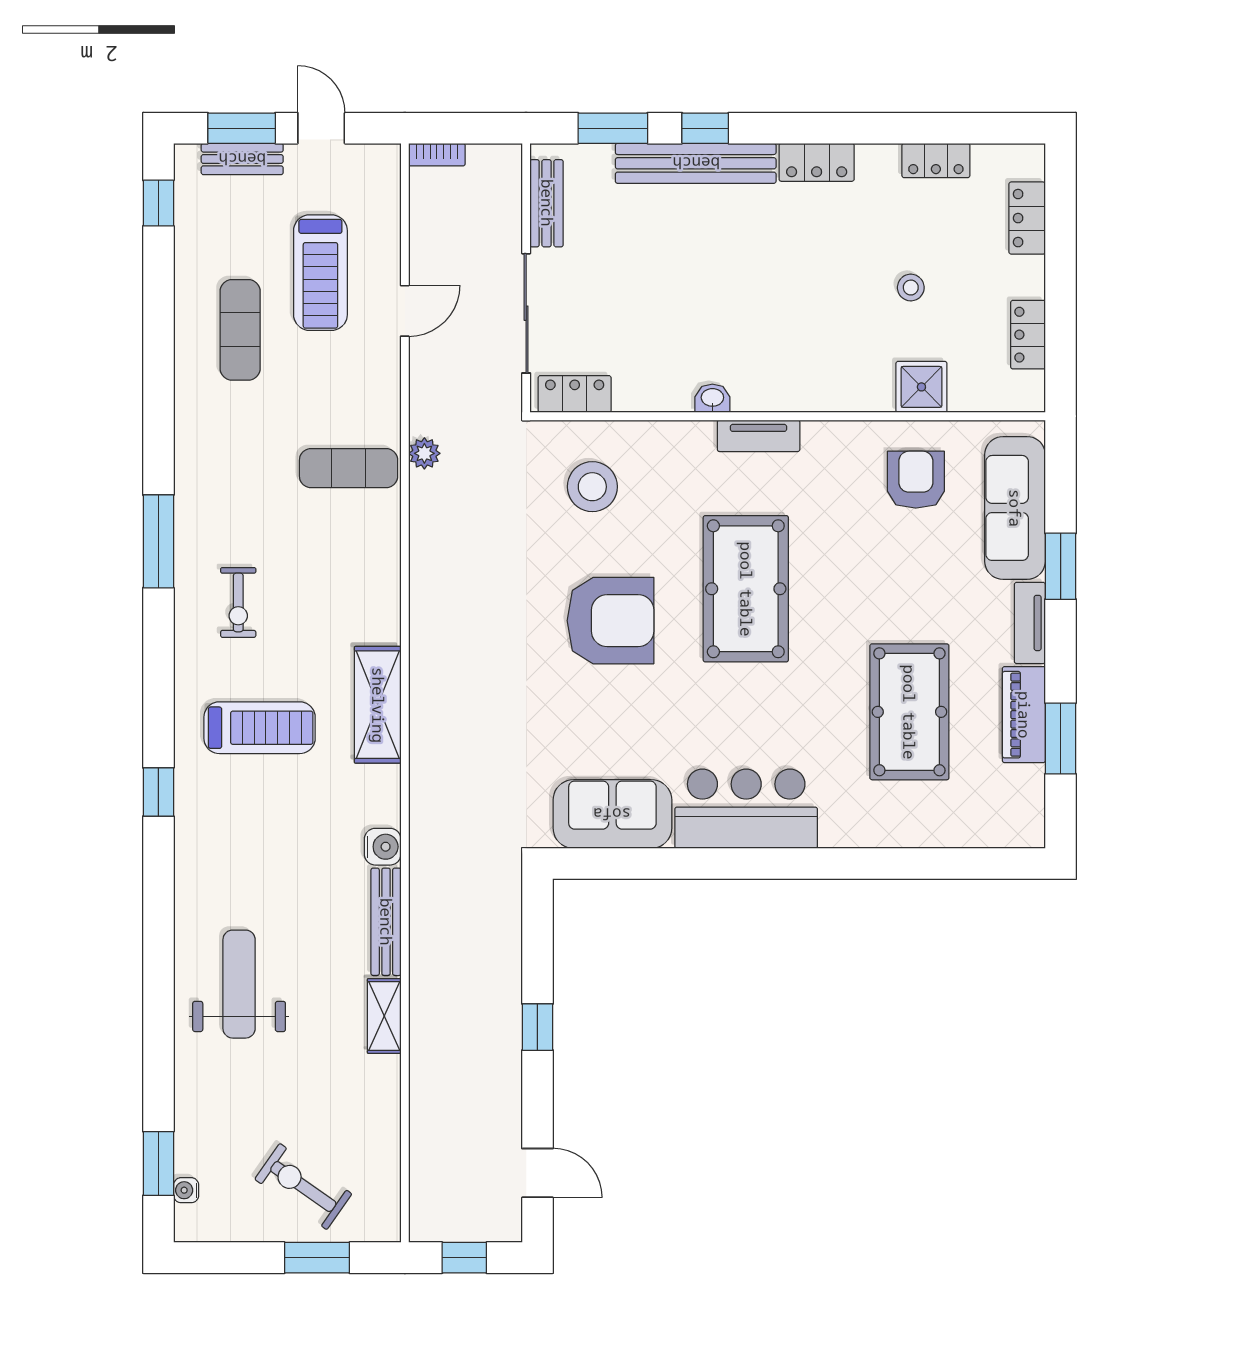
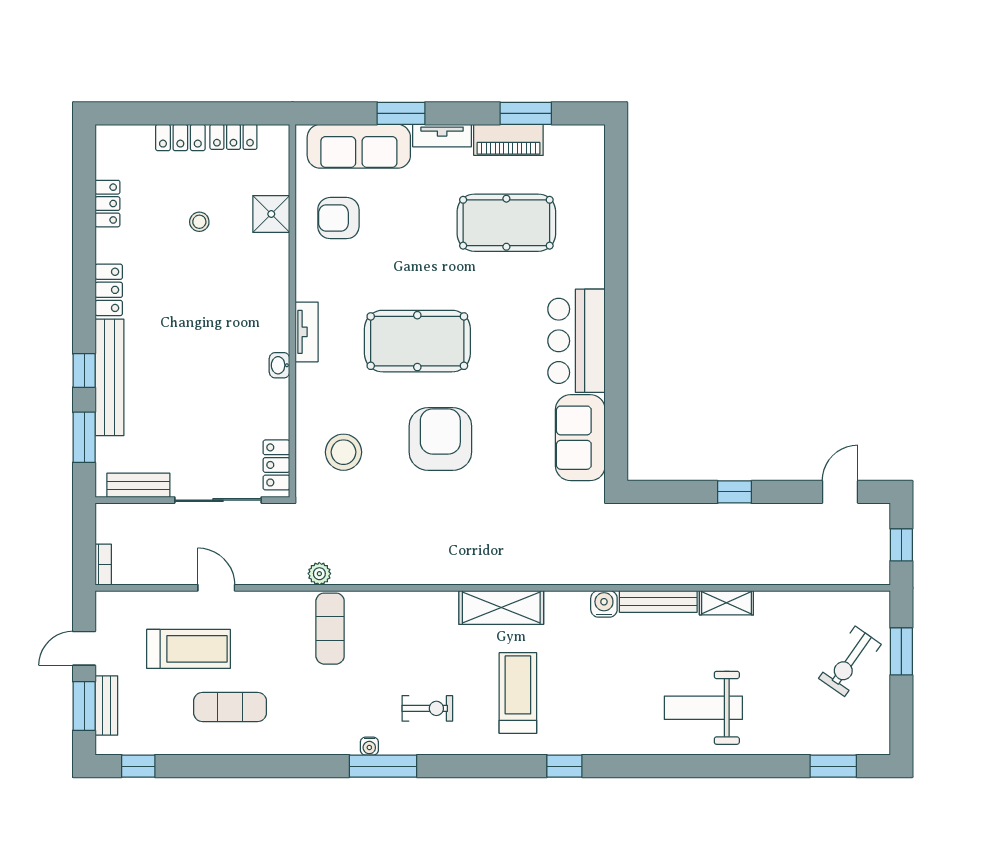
locker: (1027, 218) -> (180, 138), moved
water cooler: (186, 1190) -> (369, 746), moved

